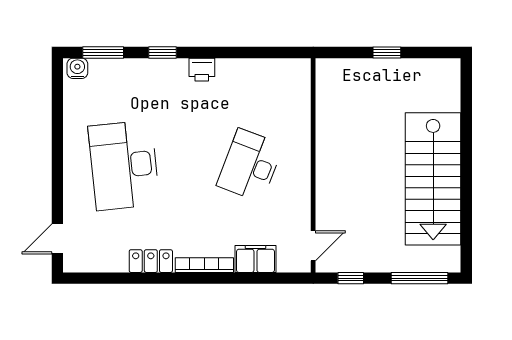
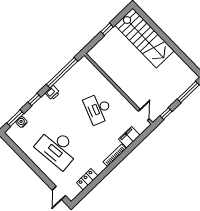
window: (248, 52) -> (62, 73), added
water cooler: (77, 68) -> (22, 122), moved
stairs: (433, 179) -> (144, 38), moved
locker: (151, 261) -> (87, 179), moved

